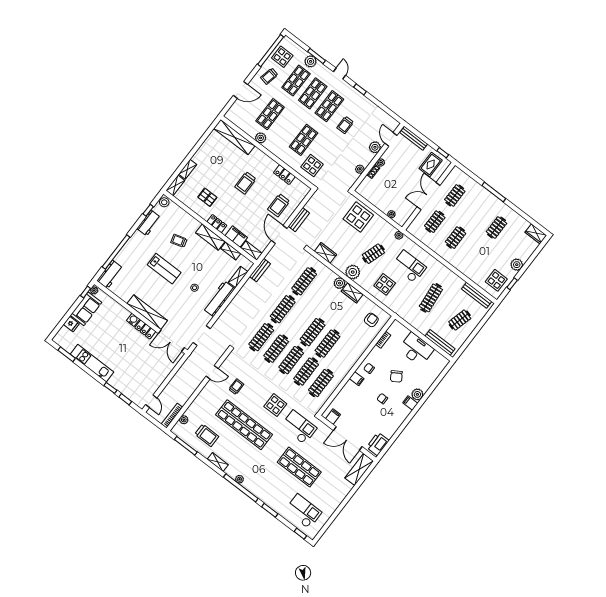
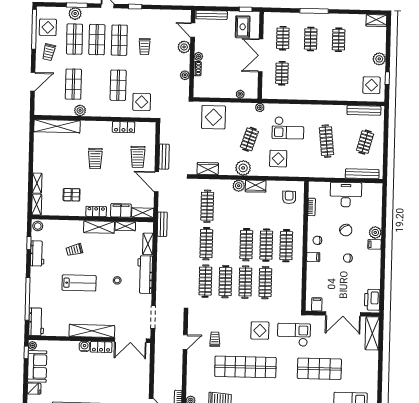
clothes rail: (456, 238) -> (311, 39), moved
checkout: (409, 266) -> (288, 128), turned 180
clothes rail: (321, 383) -> (286, 246), moved

